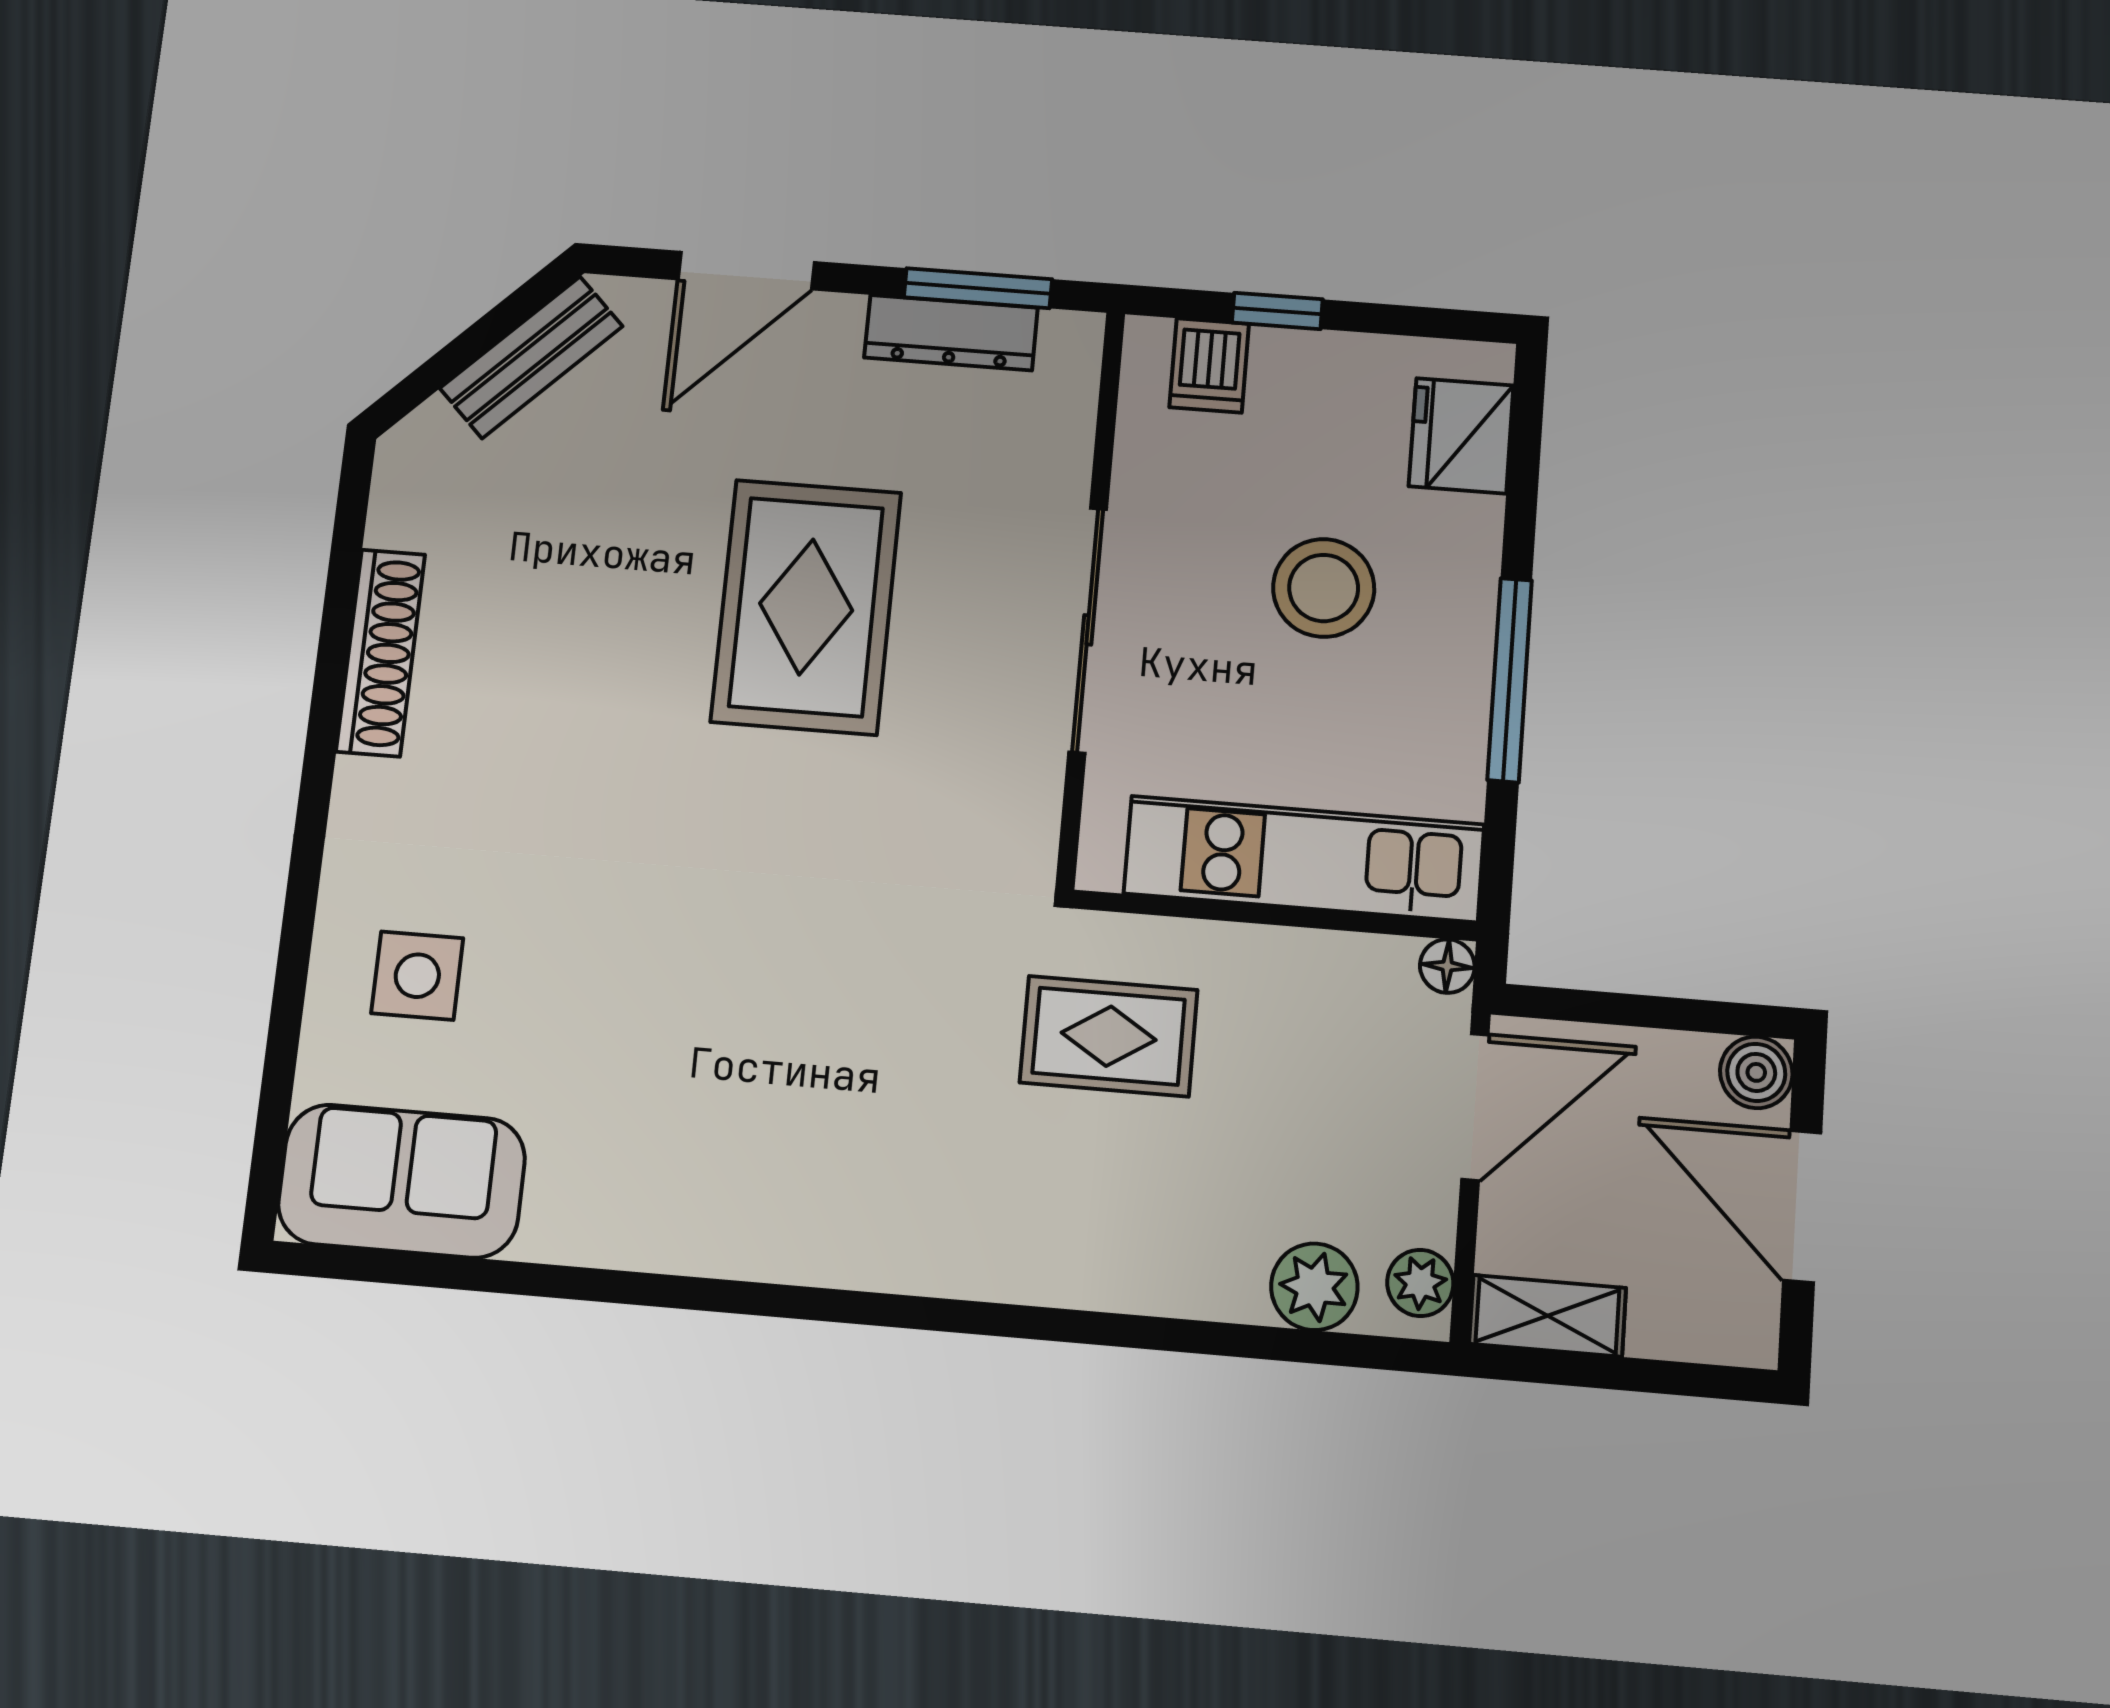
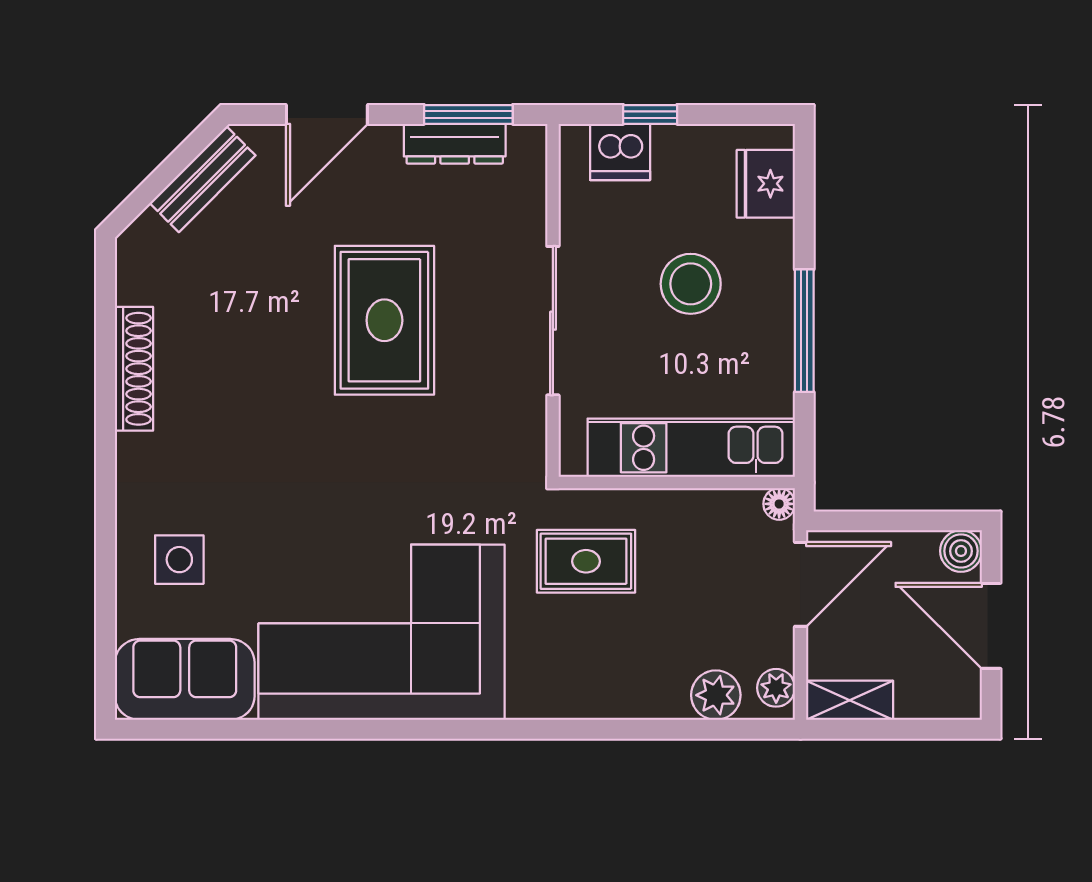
dishwasher: (1209, 365) -> (620, 152), width x1.38
corner sofa: (747, 1128) -> (381, 632), added

